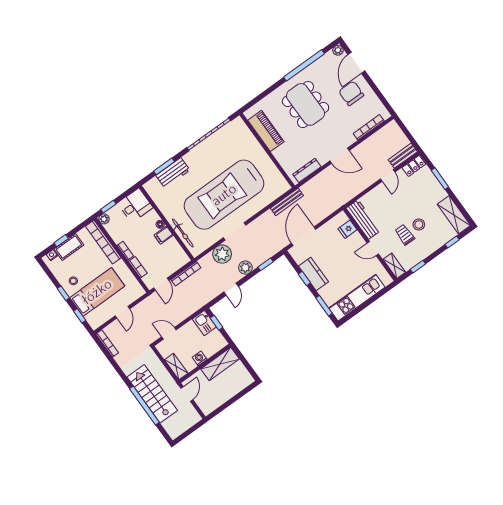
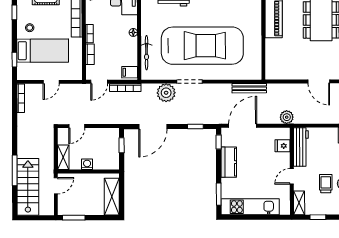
dresser: (307, 170) -> (284, 74), removed
car: (224, 195) -> (202, 46), turned 180
filing cabinet: (164, 235) -> (130, 72), moved
door: (373, 249) -> (292, 176), hinge flipped
plant: (245, 268) -> (287, 117), moved
window: (304, 279) -> (219, 142), moved
door: (231, 289) -> (153, 127), width x1.88
window: (63, 293) -> (14, 12), moved
kitchen sink: (204, 323) -> (112, 138), removed
door: (169, 333) -> (77, 126), swing flipped
shelving: (220, 364) -> (112, 197), moved, turned 90
stairs: (152, 394) -> (28, 187), moved
window: (144, 405) -> (15, 170), width x0.68
window: (220, 409) -> (74, 218), added

